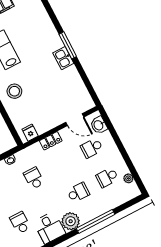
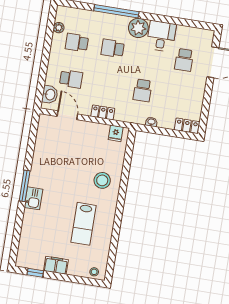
kitchen sink: (63, 58) -> (34, 198), moved
school desk: (107, 177) -> (77, 43), turned 180

